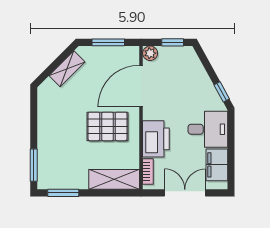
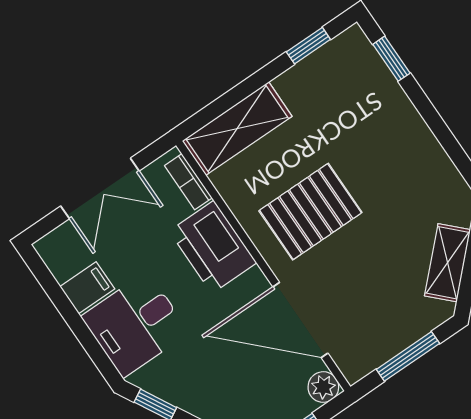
door: (141, 86) -> (300, 320), swing flipped
window: (34, 165) -> (391, 59), width x0.67
filing cabinet: (217, 165) -> (87, 288), width x0.50
window: (63, 193) -> (308, 46), width x0.67

